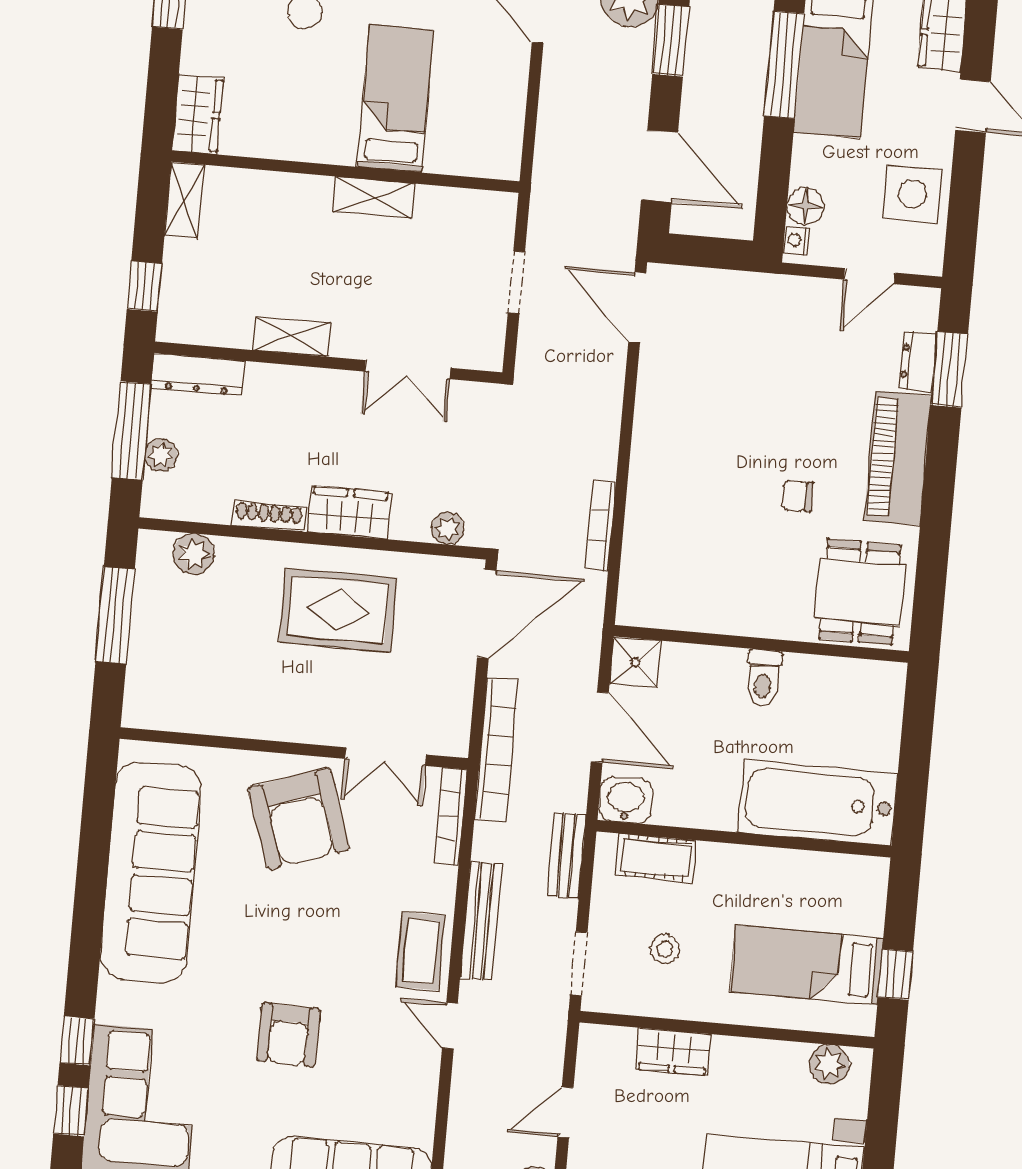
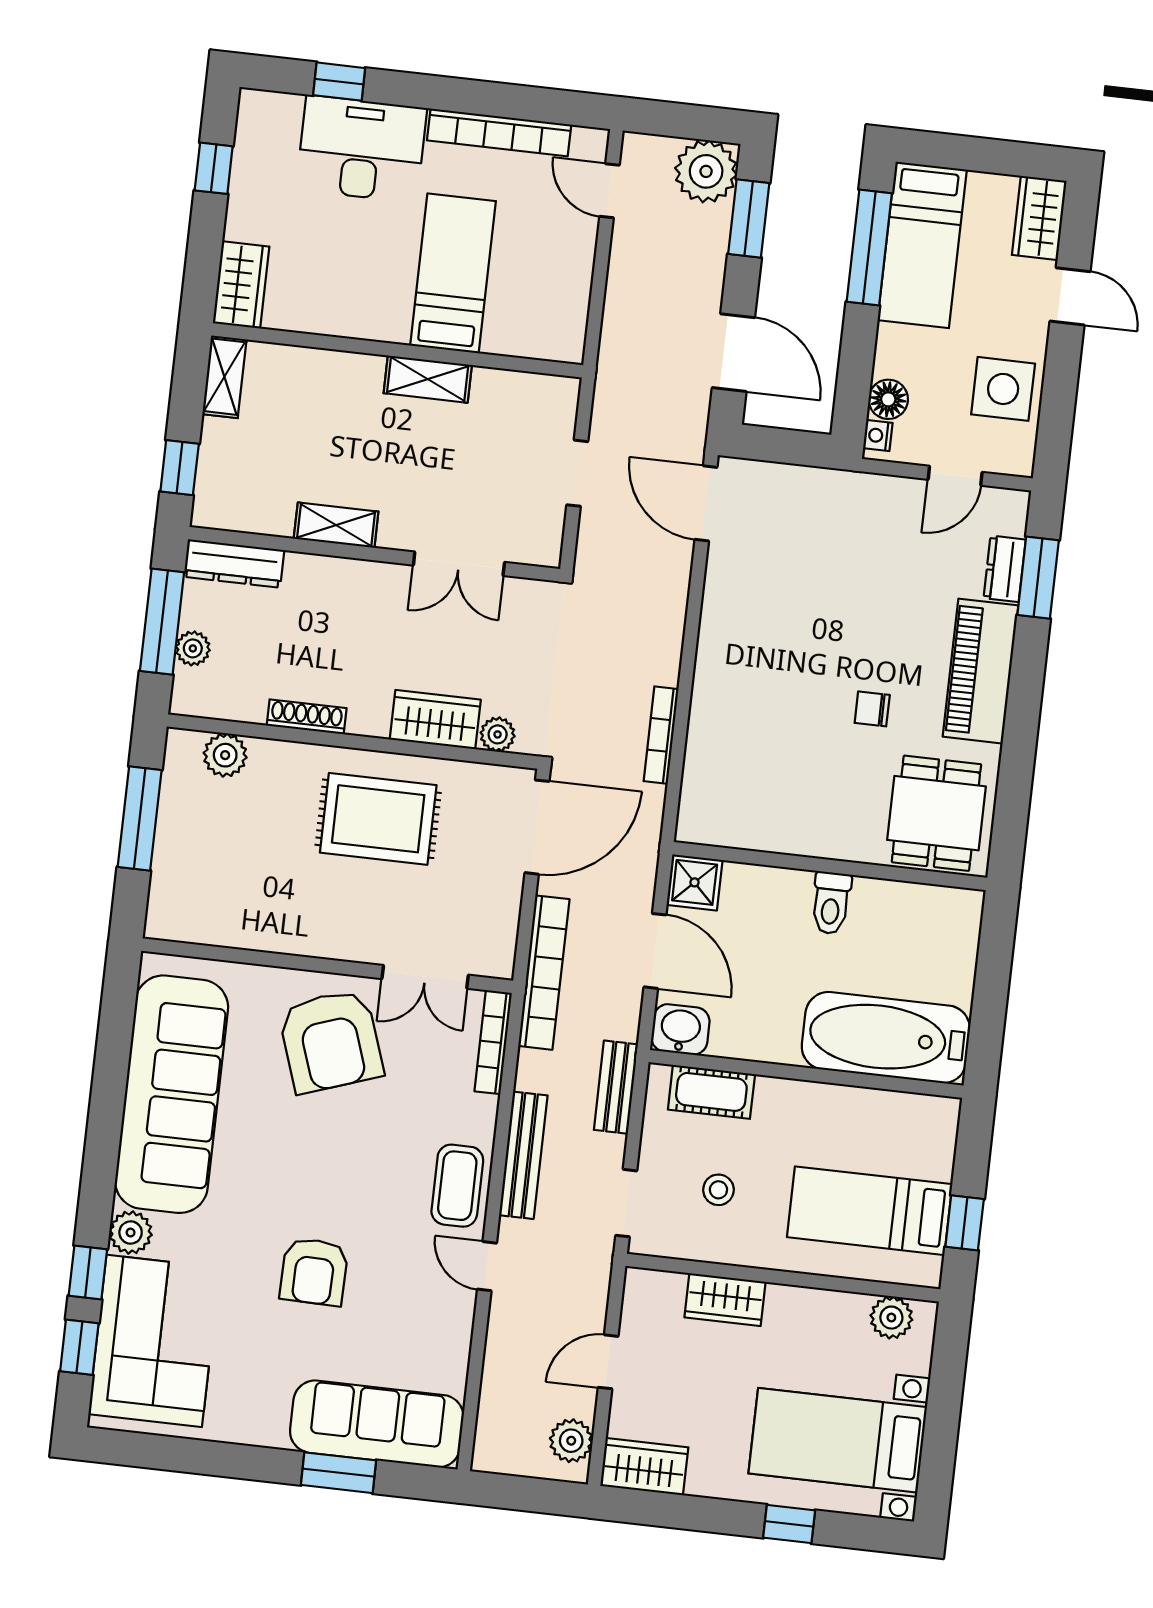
wardrobe: (349, 512) -> (435, 720), moved
plant: (116, 1002) -> (131, 1233), added

